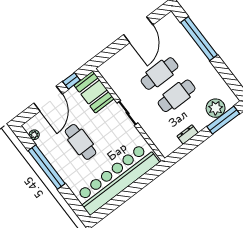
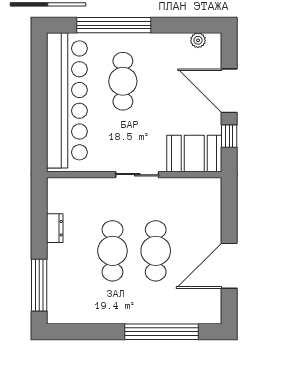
door: (138, 30) -> (229, 266), hinge flipped
plant: (216, 108) -> (61, 287), removed
cafe table: (81, 142) -> (123, 81), moved, turned 90
window: (47, 167) -> (114, 25), moved

